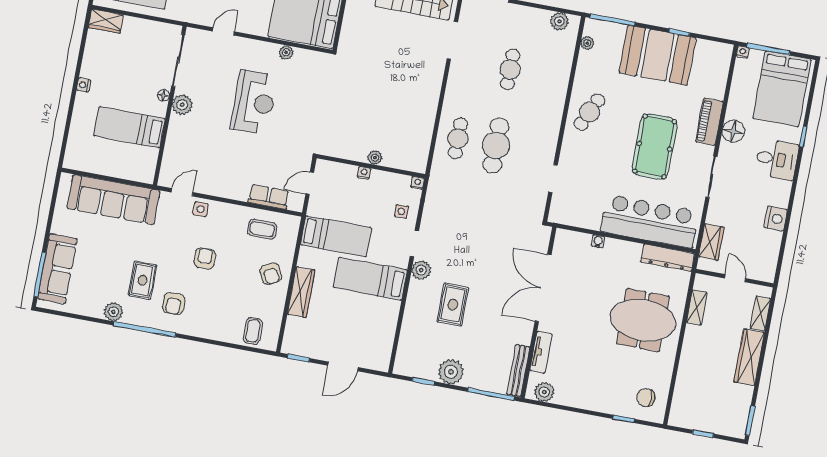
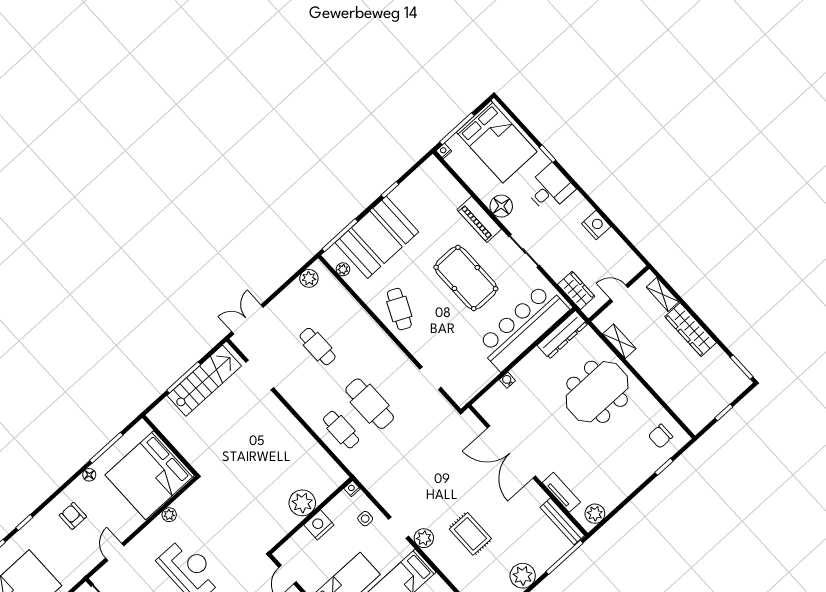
booth: (657, 55) -> (377, 237), moved
plant: (375, 158) -> (302, 503), width x1.87, depth x1.87
nightstand: (364, 173) -> (319, 525), width x1.89, depth x1.79

